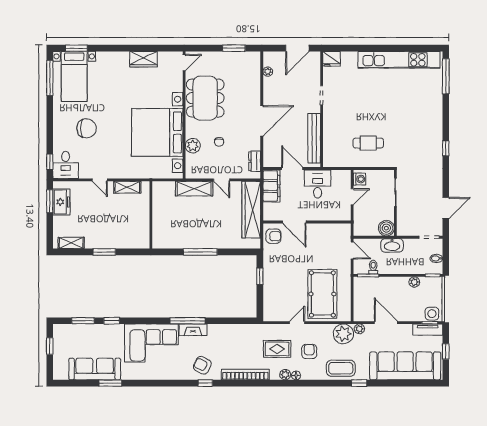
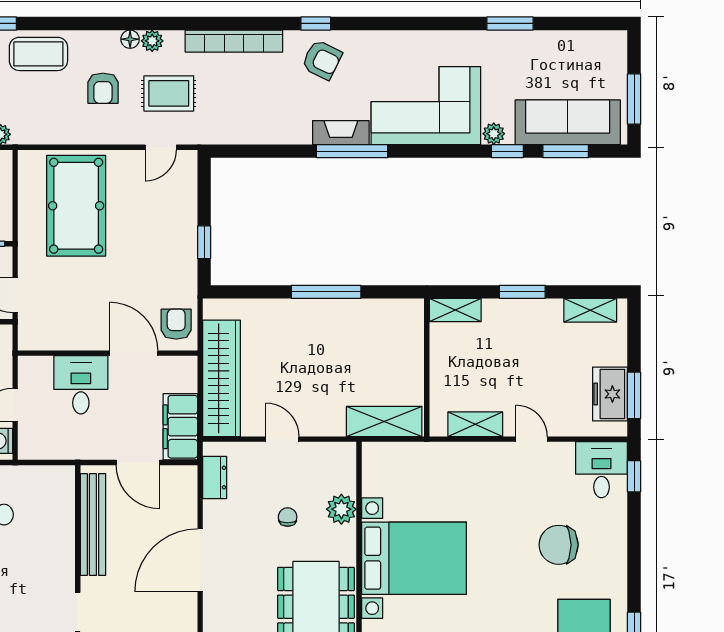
bed with nightstands: (157, 132) -> (414, 558), width x0.73
desk: (318, 184) -> (81, 385), moved, turned 180
shelving: (194, 189) -> (384, 421), moved
armchair: (273, 236) -> (176, 324), turned 90
shelving: (137, 243) -> (455, 310), added
door: (297, 323) -> (161, 147), moved
plant: (343, 334) -> (494, 134), moved, width x0.53, depth x0.53
window: (50, 346) -> (634, 99), width x1.50
sofa: (95, 369) -> (568, 122), moved, turned 180

